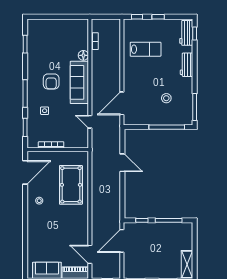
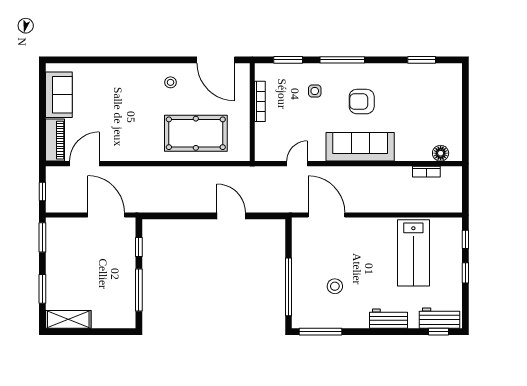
lab bench: (146, 49) -> (413, 253), width x1.36, depth x1.39
floor lamp: (83, 55) -> (441, 153), moved
door: (122, 163) -> (231, 216), swing flipped

